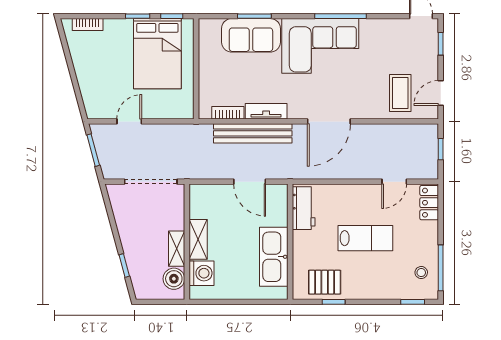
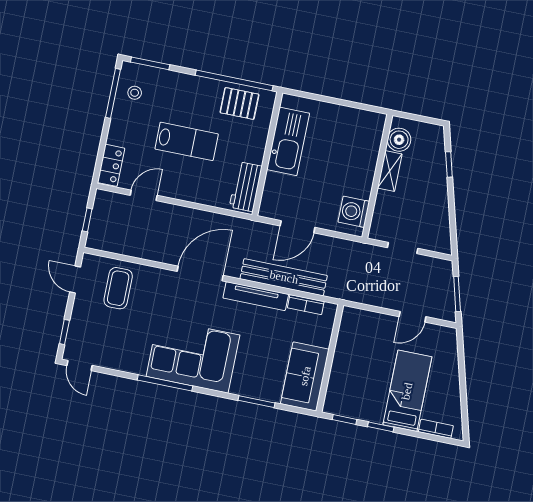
sofa: (251, 35) -> (305, 376), moved, turned -90
bed: (157, 54) -> (407, 391), moved, width x0.67
door: (441, 93) -> (75, 280), swing flipped
tv unit: (266, 111) -> (256, 296), width x1.41
doorway: (151, 182) -> (403, 248), width x0.53
door: (250, 182) -> (297, 227), swing flipped
lab bench: (365, 238) -> (187, 141), turned 180
shelving: (198, 239) -> (365, 176), removed
washing machine: (201, 273) -> (354, 212), moved
window: (334, 302) -> (234, 80), width x3.17
window: (413, 302) -> (150, 63), width x1.50

